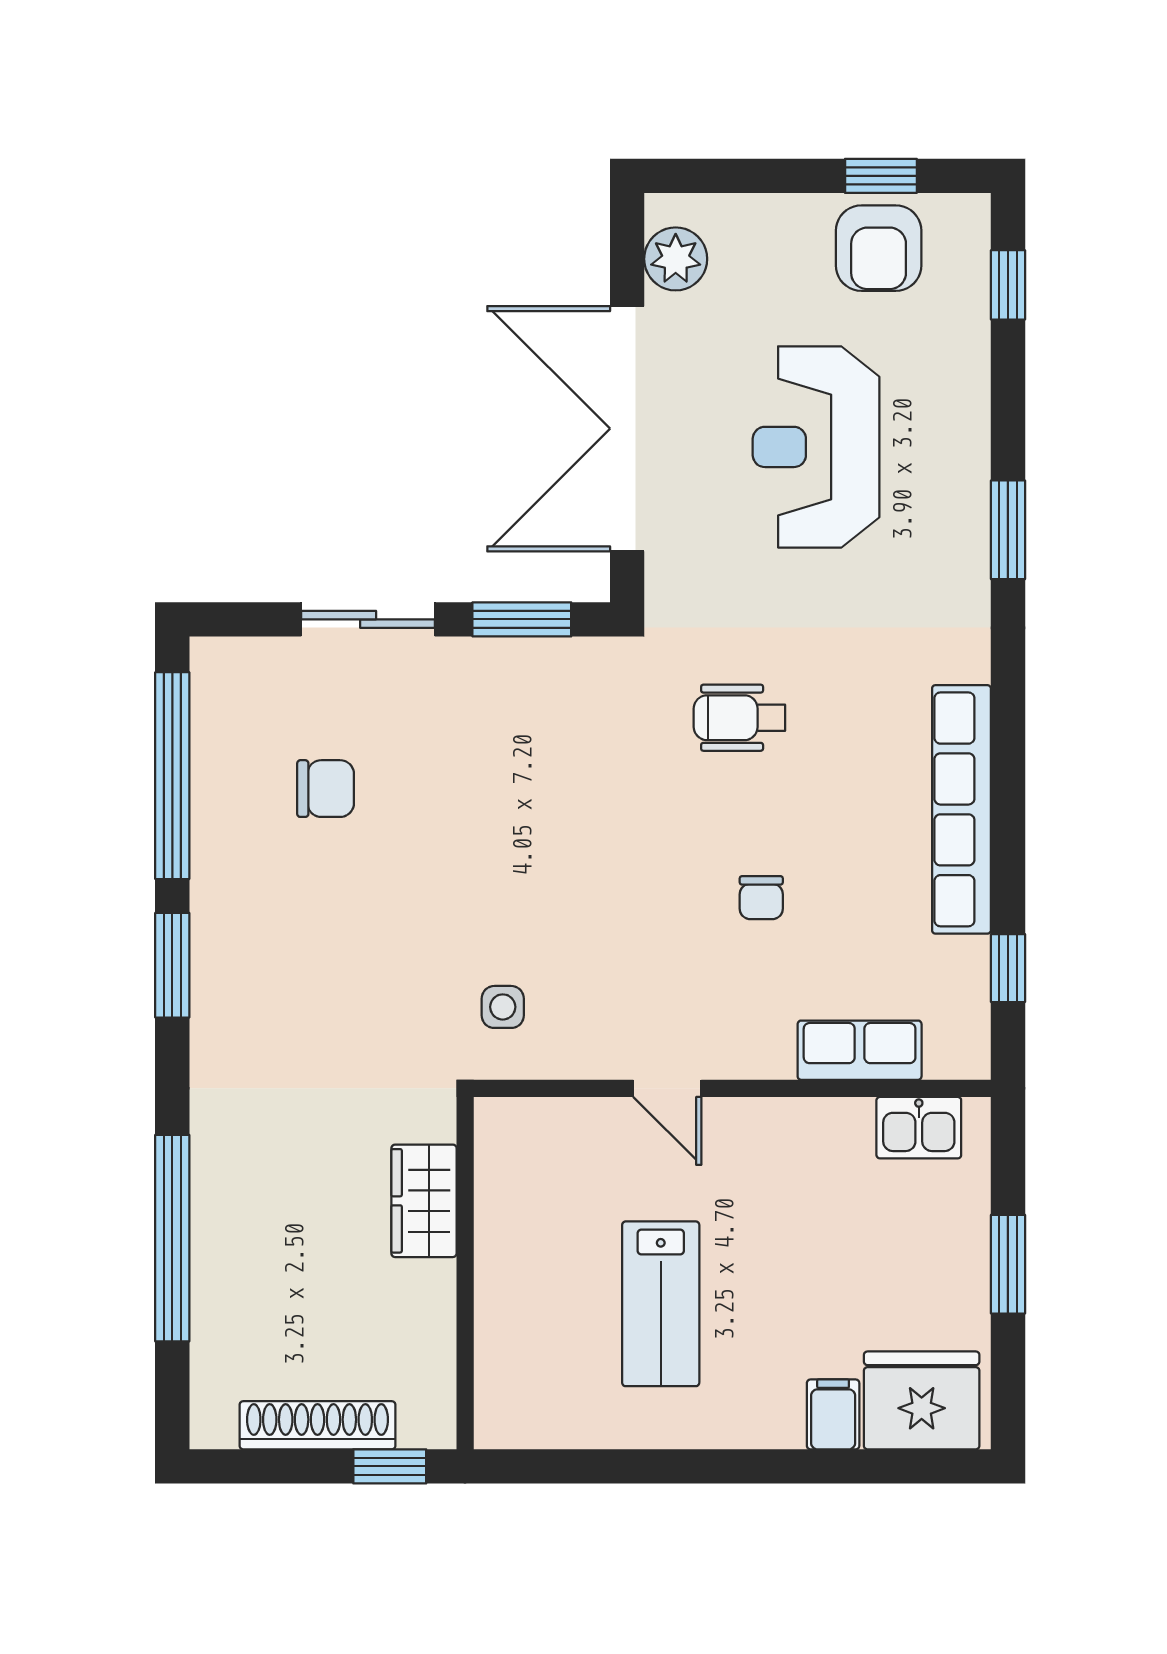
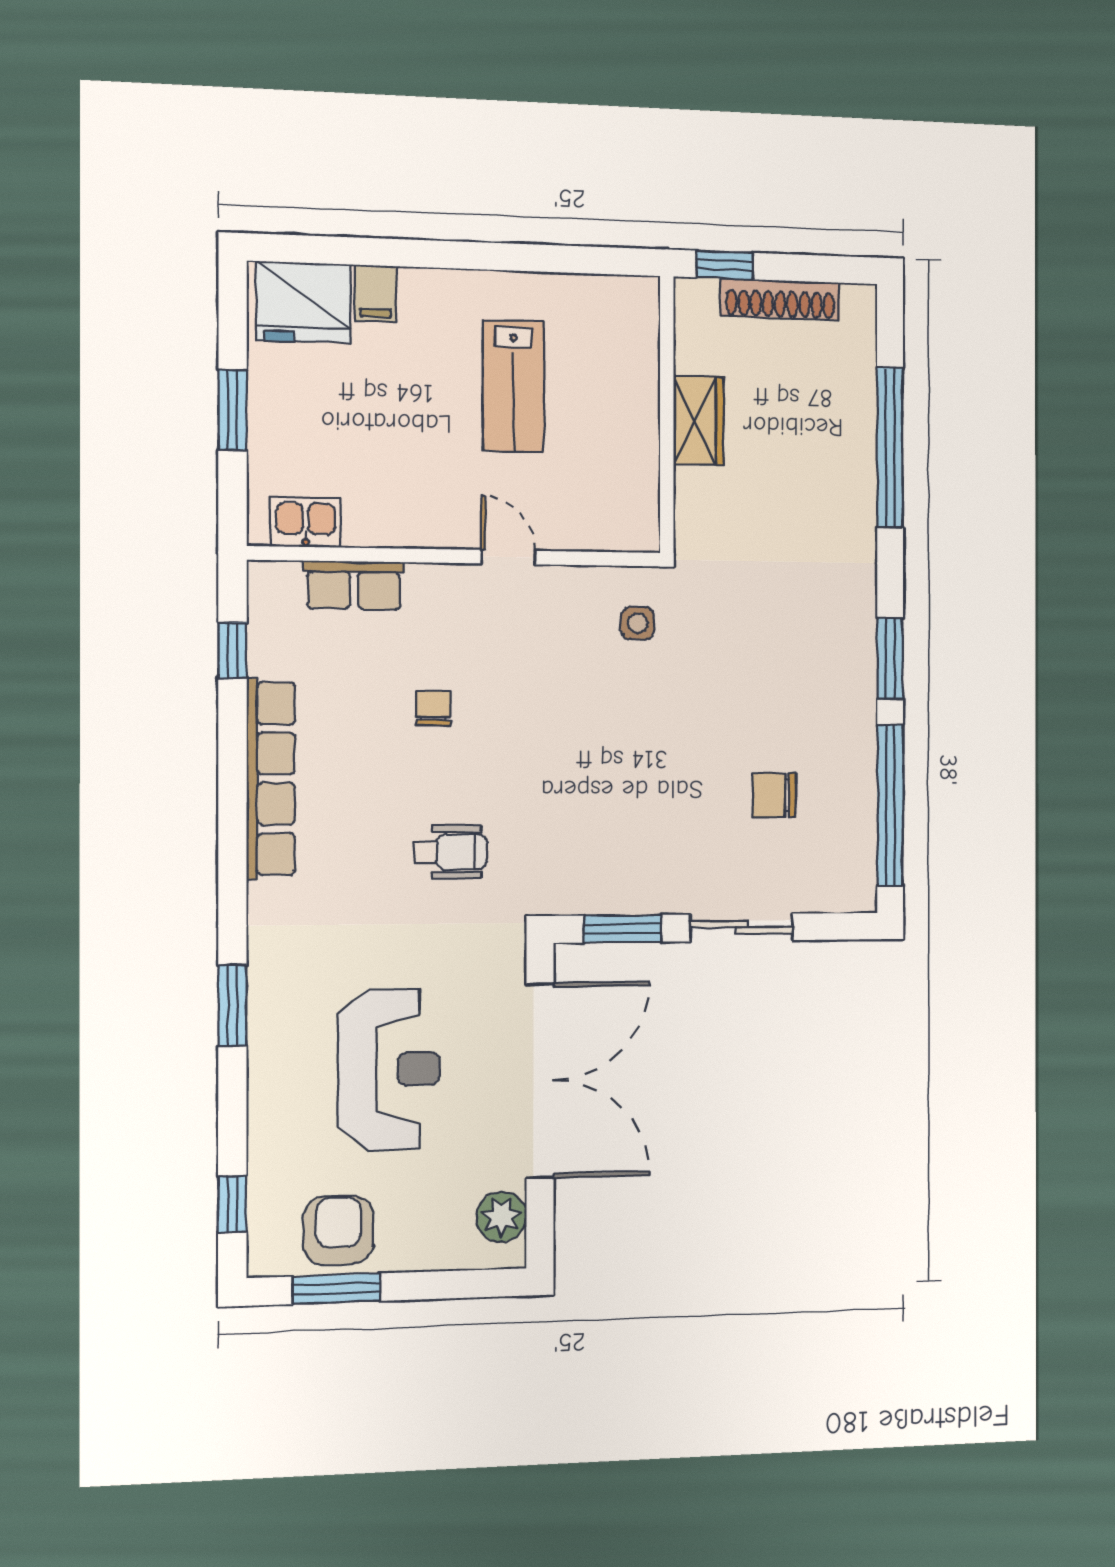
window: (881, 176) -> (336, 1289), width x1.50
wardrobe: (424, 1201) -> (699, 421), moved
lab bench: (661, 1304) -> (513, 386), turned 180

